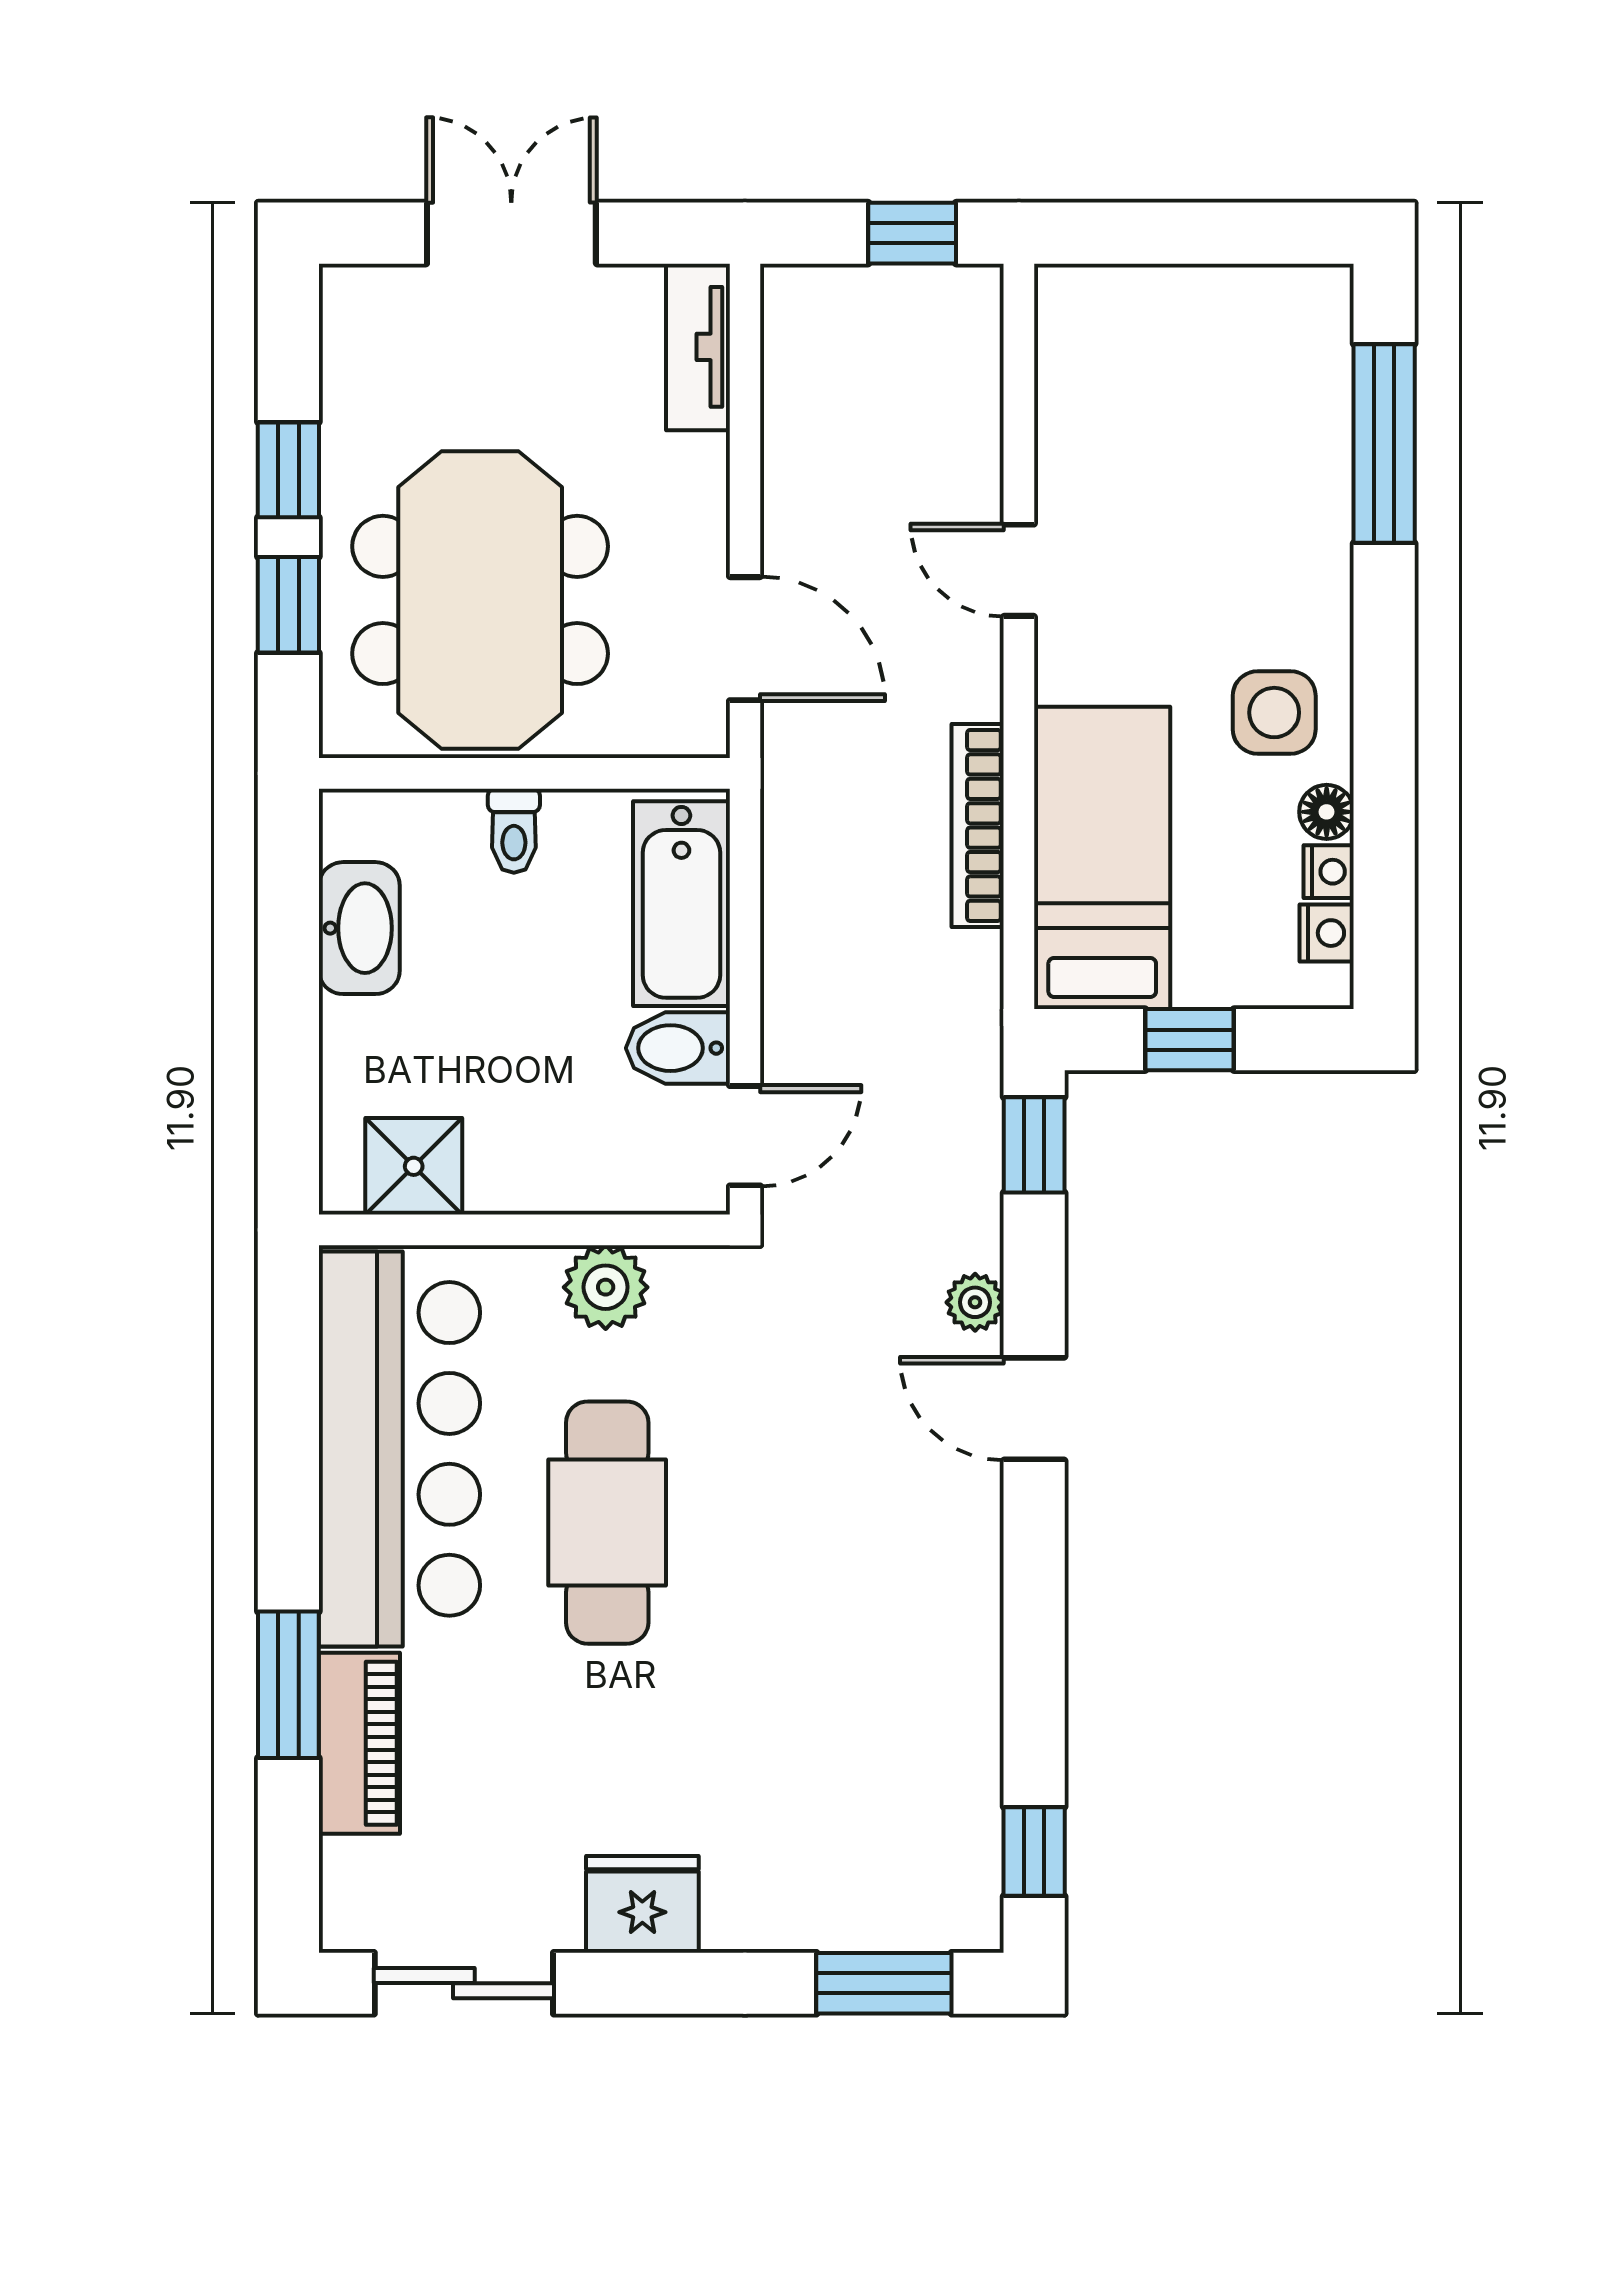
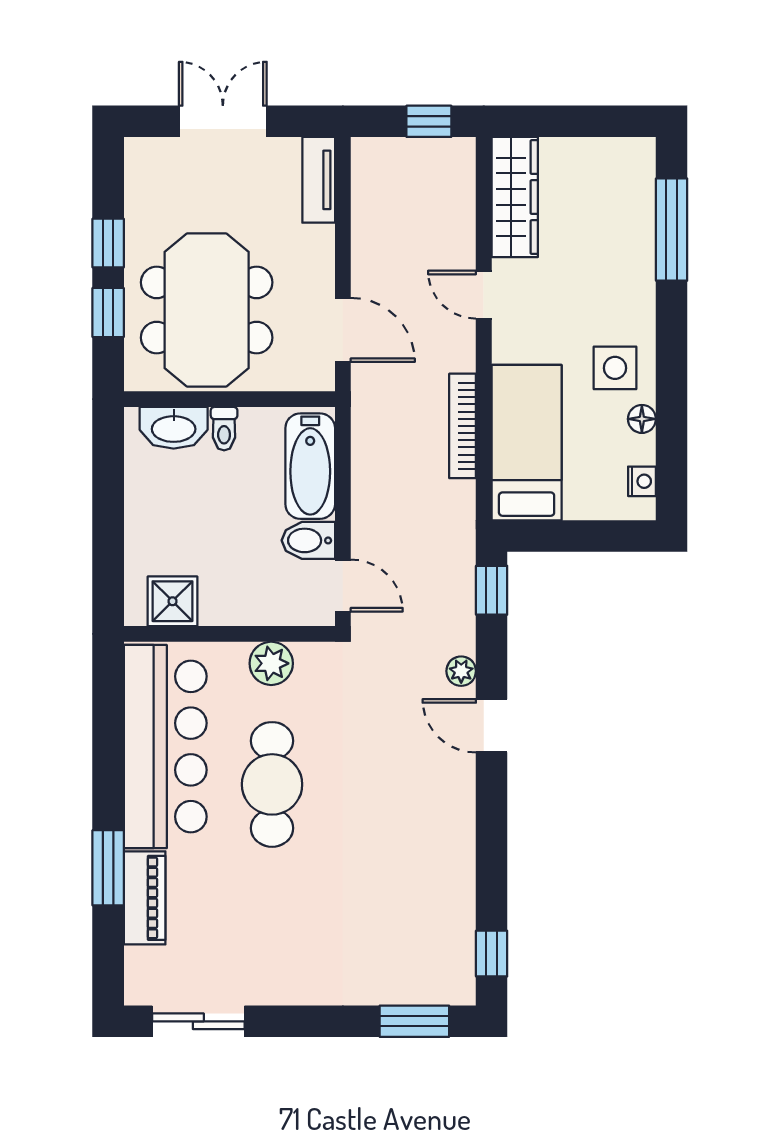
wardrobe: (1079, 380) -> (515, 197), added
nightstand: (1329, 872) -> (643, 450), removed
washbasin: (359, 928) -> (174, 428), moved, turned 90
window: (1190, 1040) -> (571, 536), removed
door: (745, 1136) -> (343, 586), hinge flipped
fridge: (642, 1904) -> (290, 981), removed

